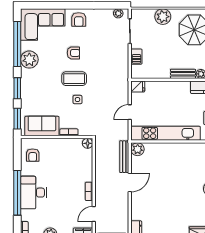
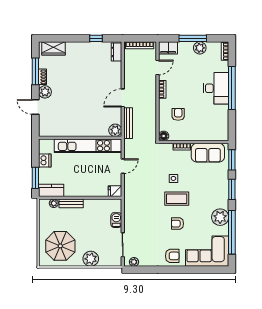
armchair: (79, 20) -> (172, 256), turned 90
armchair: (33, 155) -> (178, 114), moved

